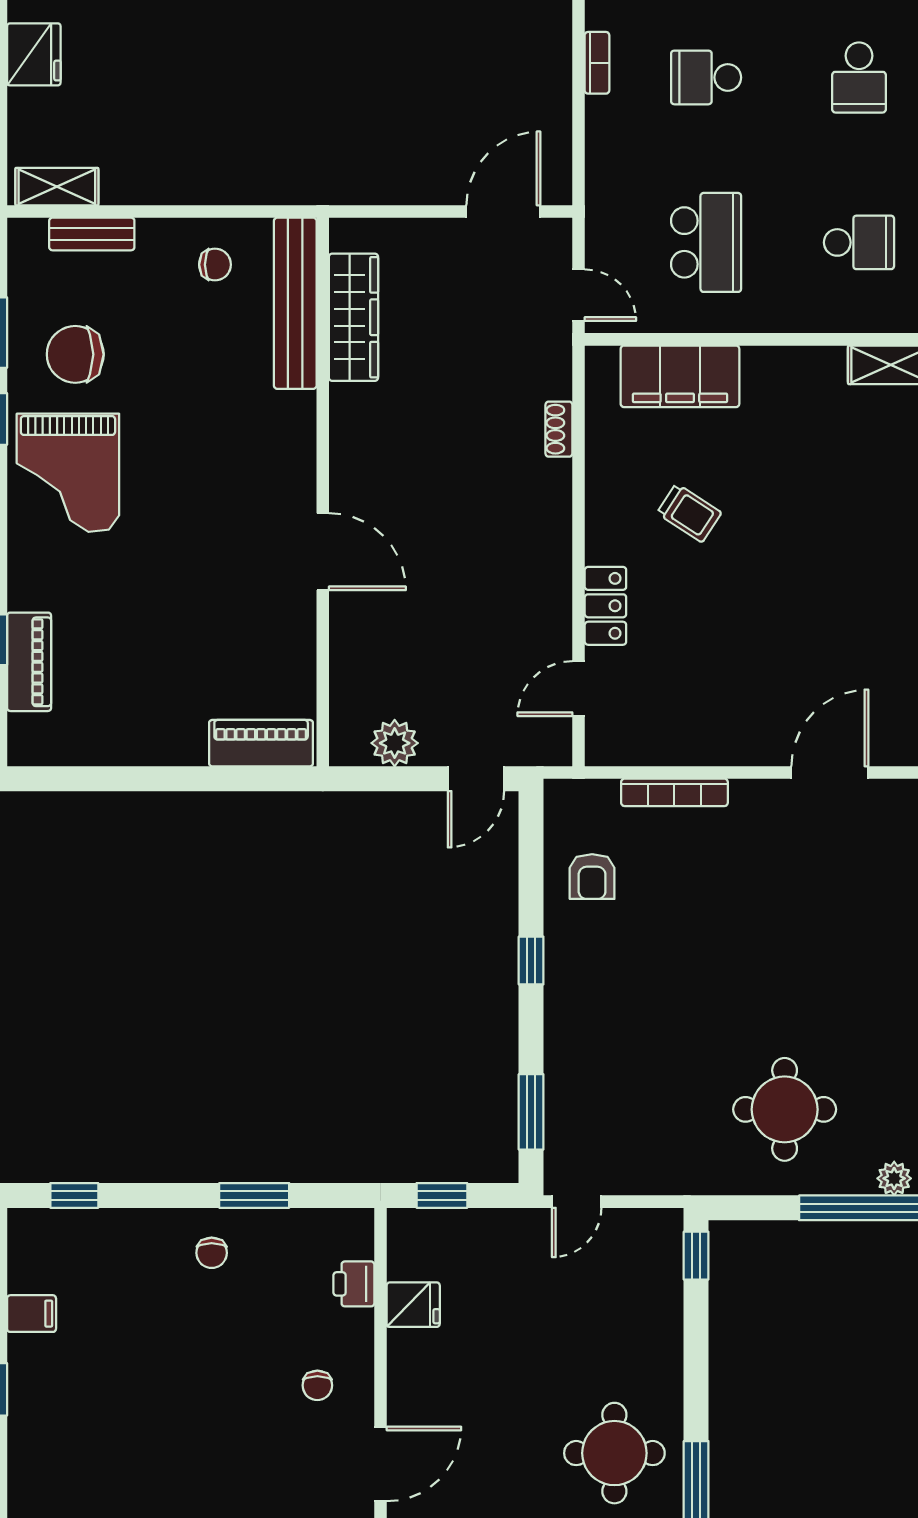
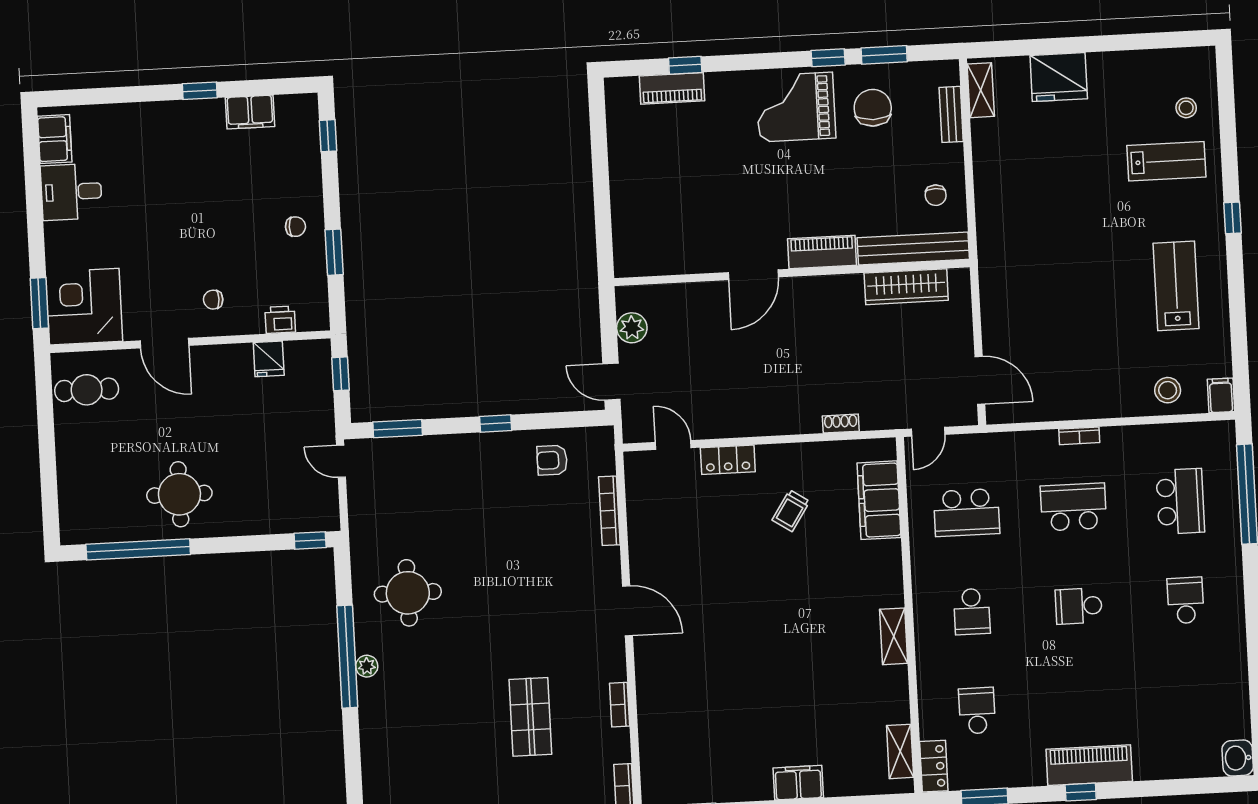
fridge: (34, 54) -> (1059, 77), width x1.36, depth x1.34
school desk: (706, 77) -> (1073, 507), width x1.85
piano: (261, 743) -> (822, 252), moved, turned -90
chair: (212, 1253) -> (295, 227), turned 180
filing cabinet: (32, 1314) -> (250, 112), width x2.00

